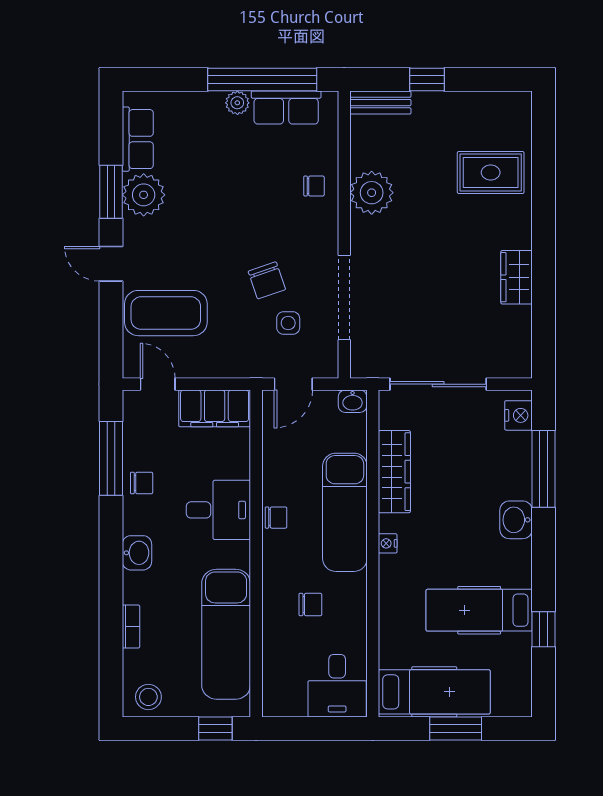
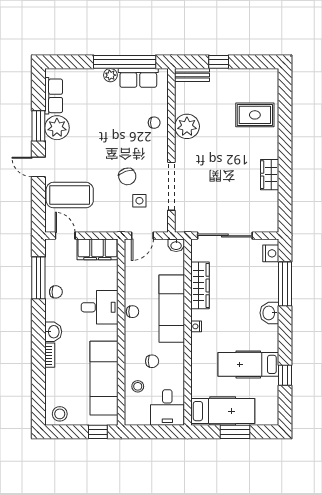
bookcase: (131, 627) -> (50, 355), moved
stool: (285, 649) -> (138, 386), added

